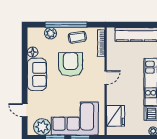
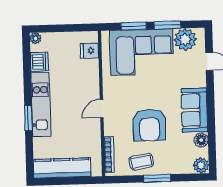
window: (66, 25) -> (157, 178), width x0.47
plant: (51, 33) -> (201, 165), moved
fridge: (116, 116) -> (89, 51), width x0.53, depth x0.75

